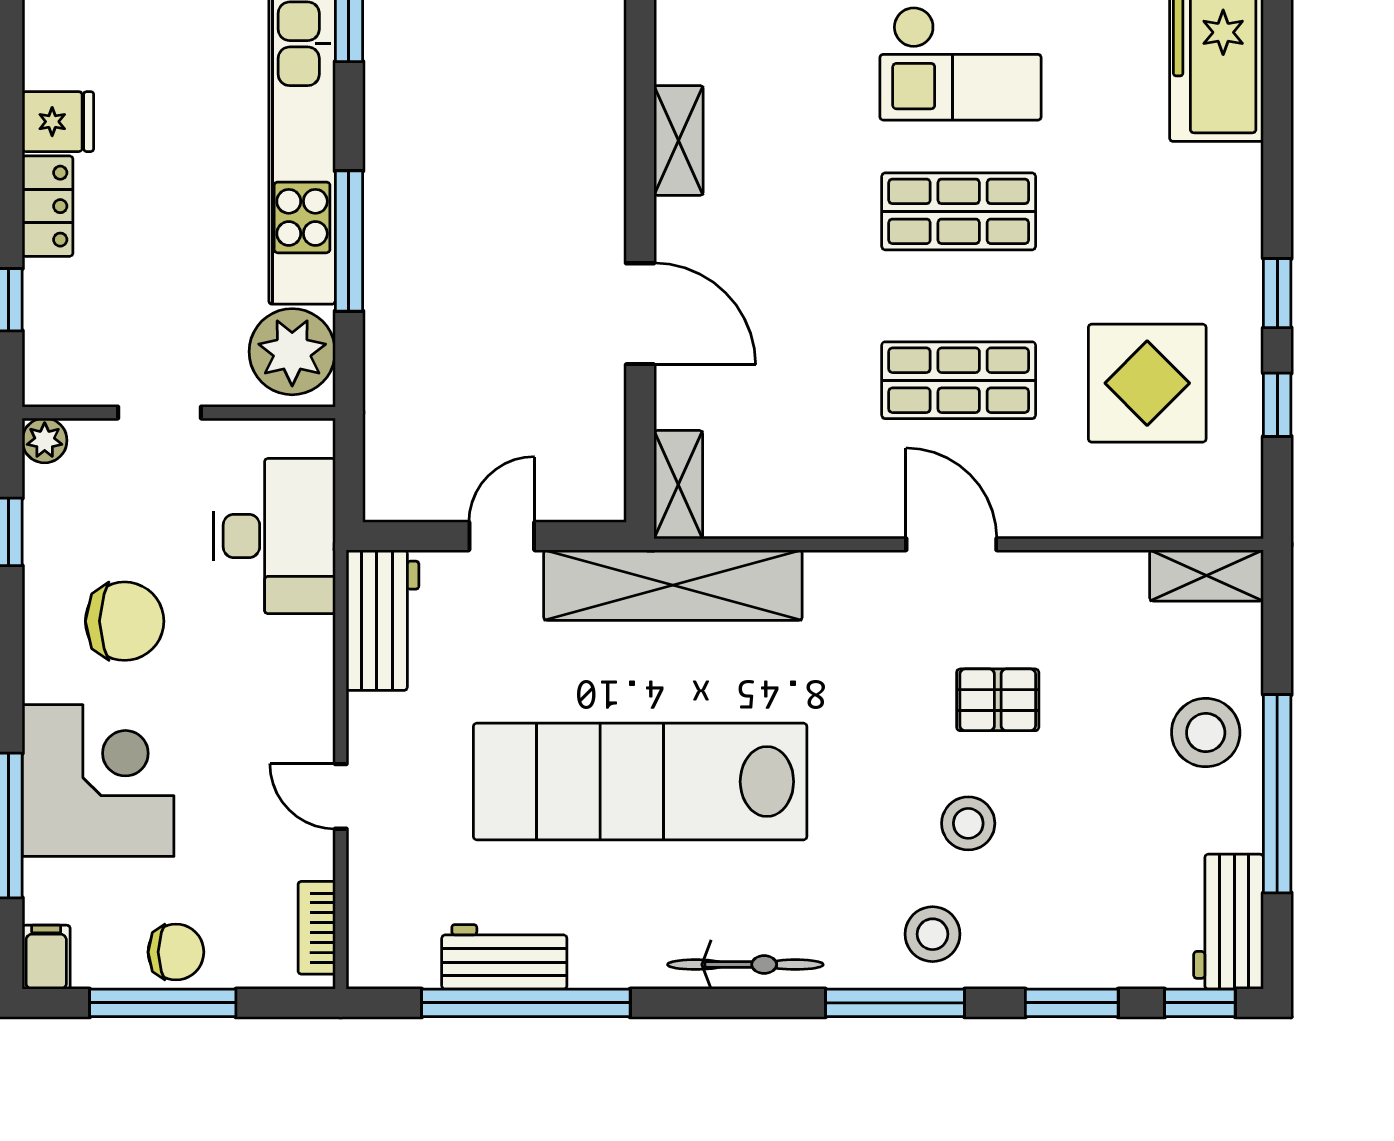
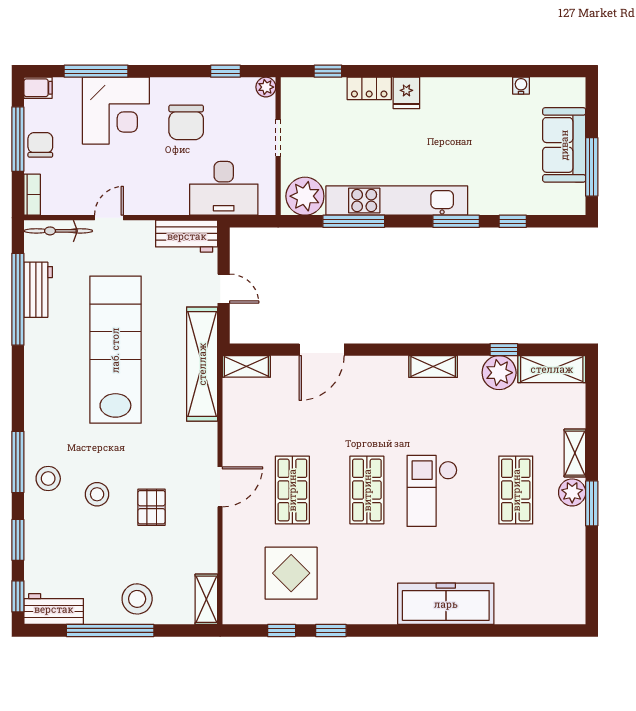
shelving: (679, 140) -> (433, 367), moved
bookcase: (317, 928) -> (32, 195), moved, turned 90
chair: (176, 952) -> (40, 145), turned 180
bicycle: (745, 965) -> (58, 231), moved, turned 90

